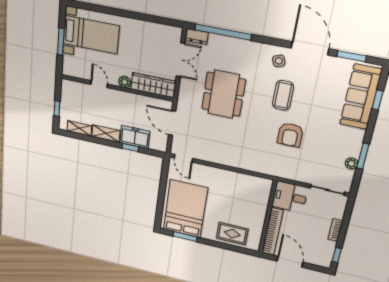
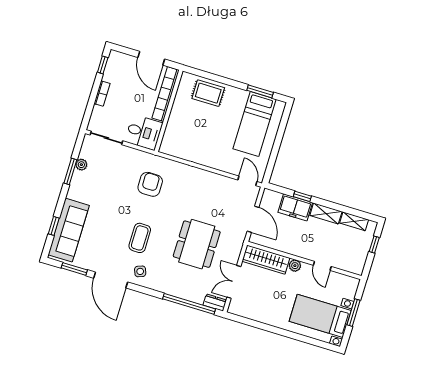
armchair: (290, 135) -> (150, 184), moved
bed: (185, 209) -> (254, 124), width x0.67

